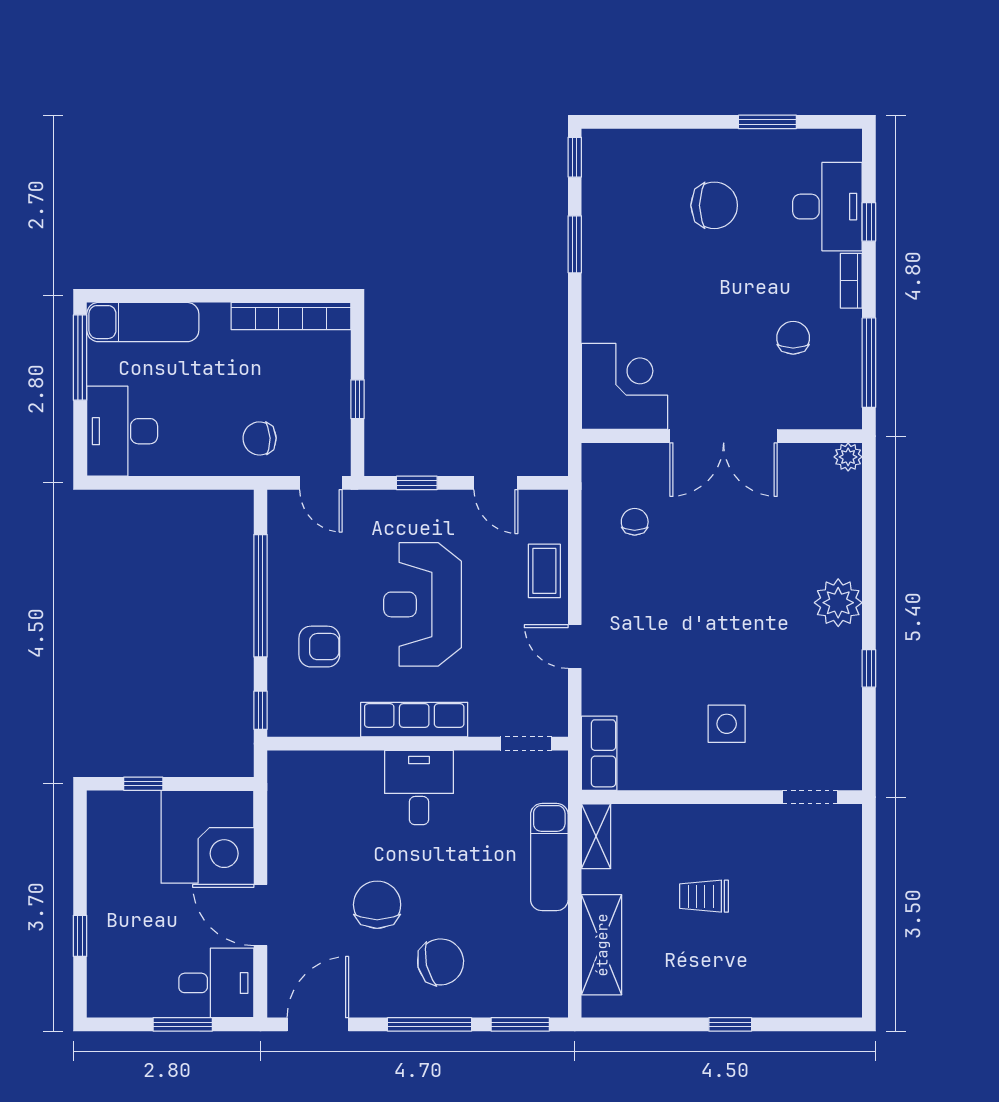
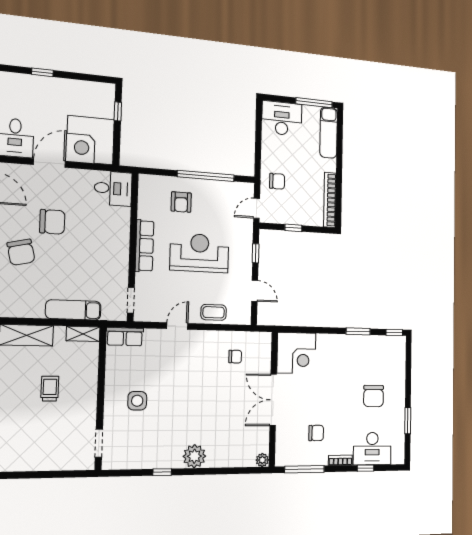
chair: (260, 438) -> (277, 181), turned 92
door: (496, 483) -> (255, 291), swing flipped
window: (261, 710) -> (152, 171), removed
desk: (419, 788) -> (113, 188), moved

